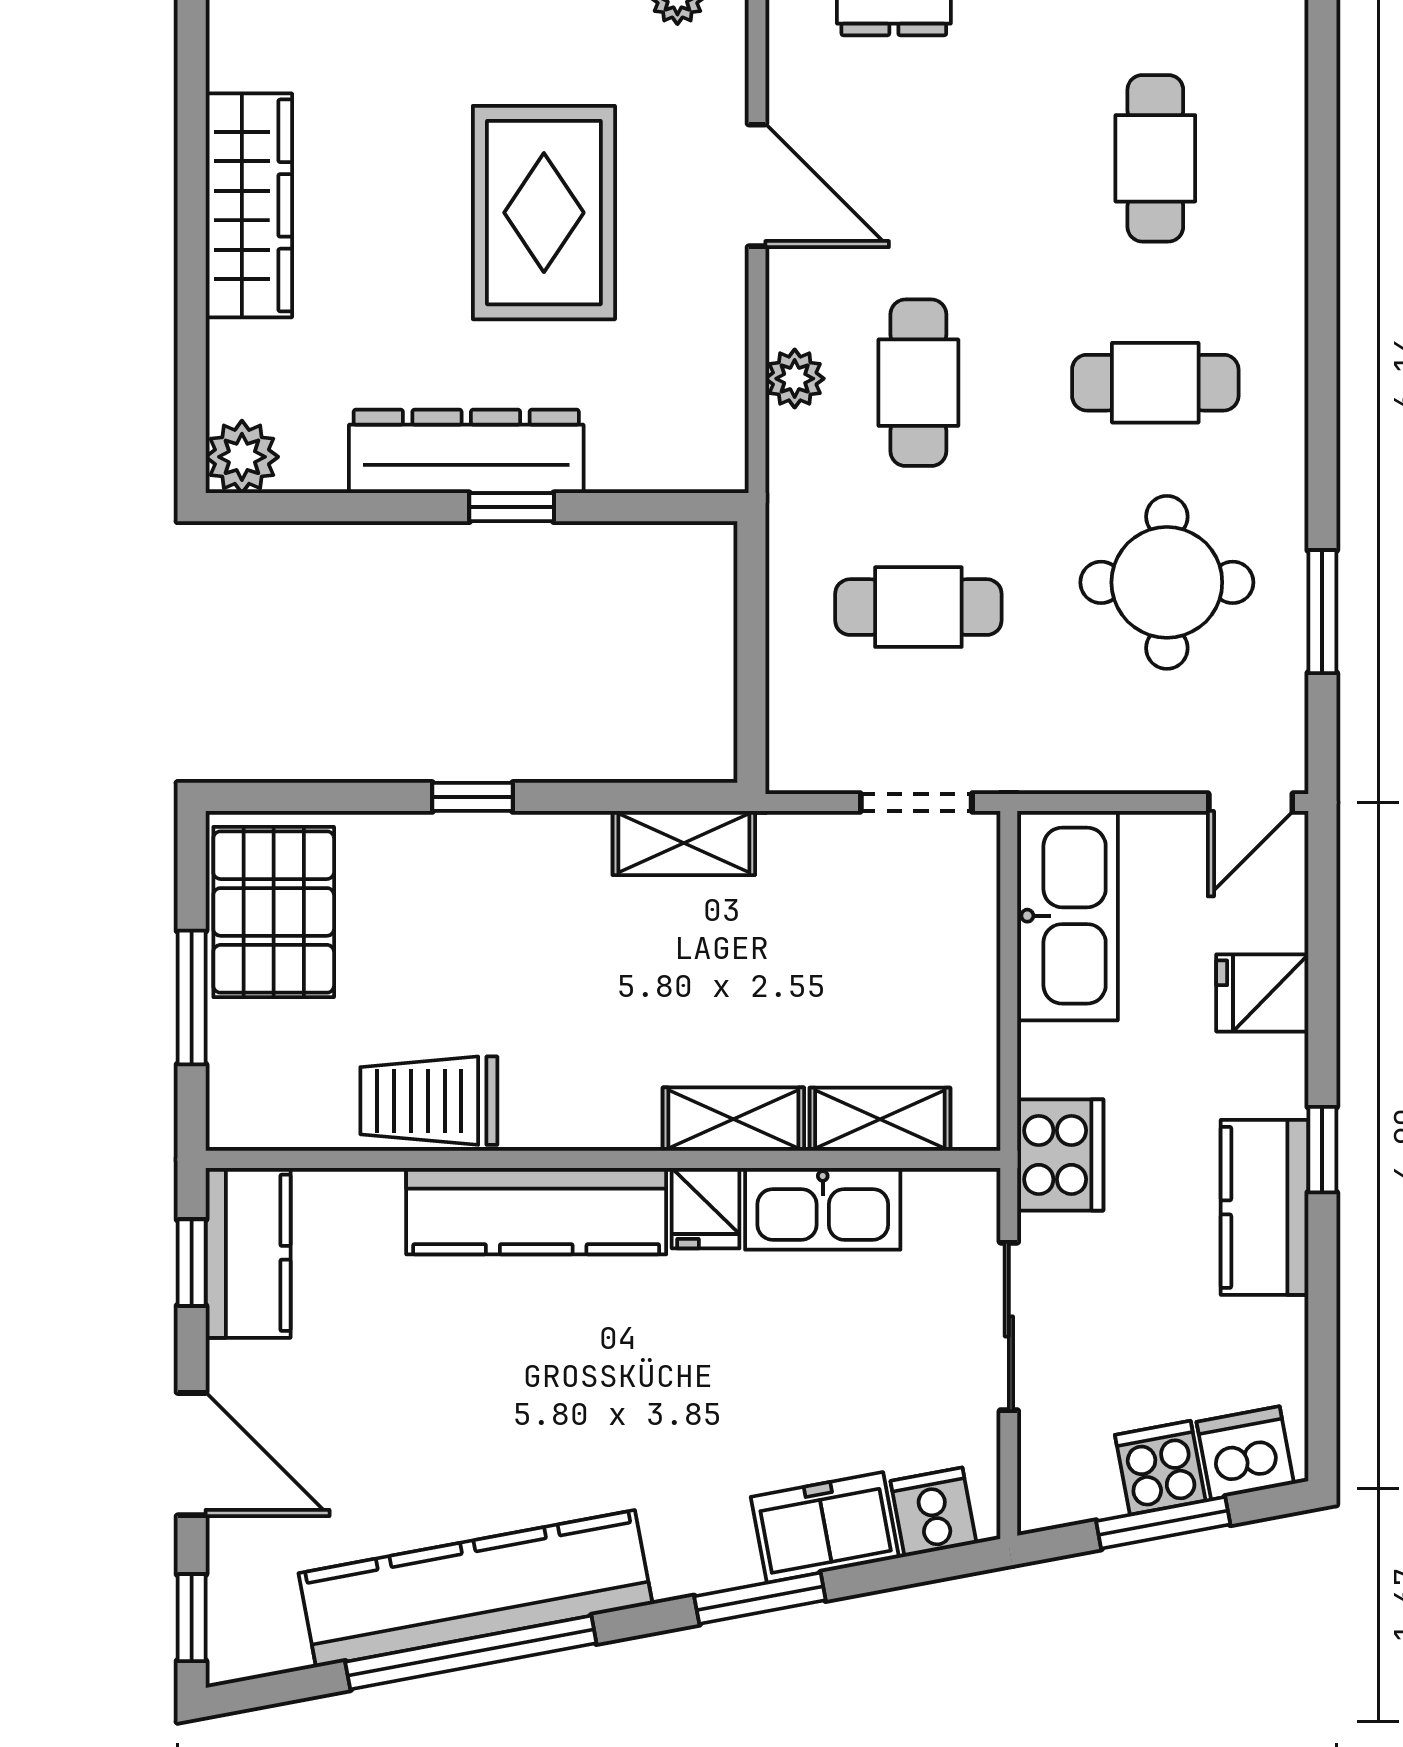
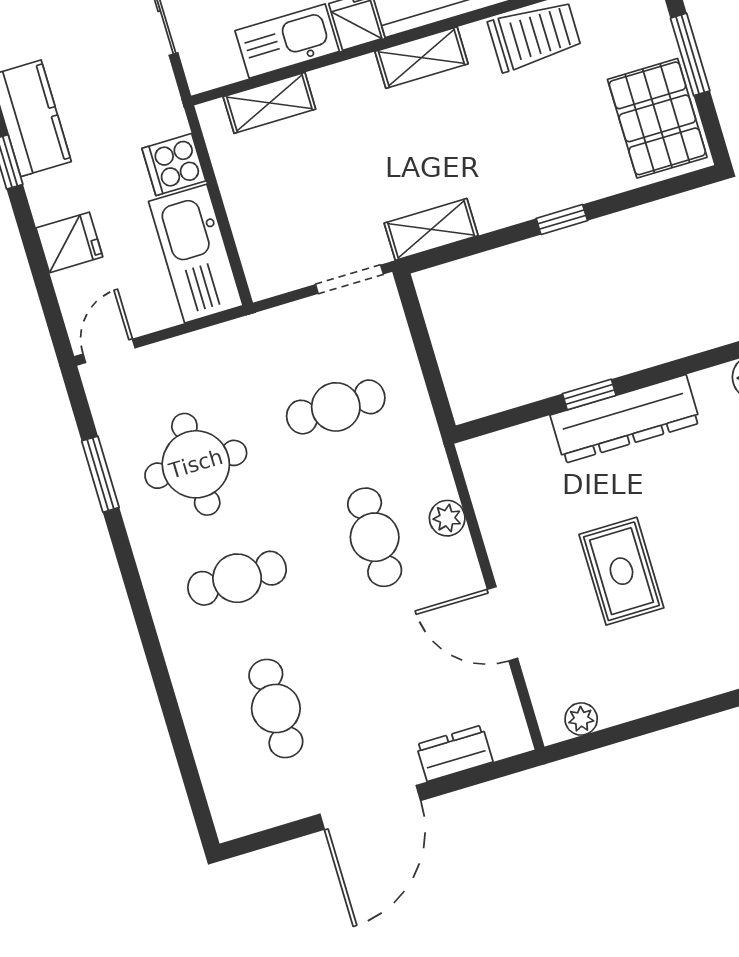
rug: (544, 213) -> (621, 571), width x0.73, depth x0.70
doorway: (916, 803) -> (349, 279), moved
shelving: (733, 1119) -> (421, 58), moved
cooker: (1060, 1155) -> (174, 165), moved, width x0.73

